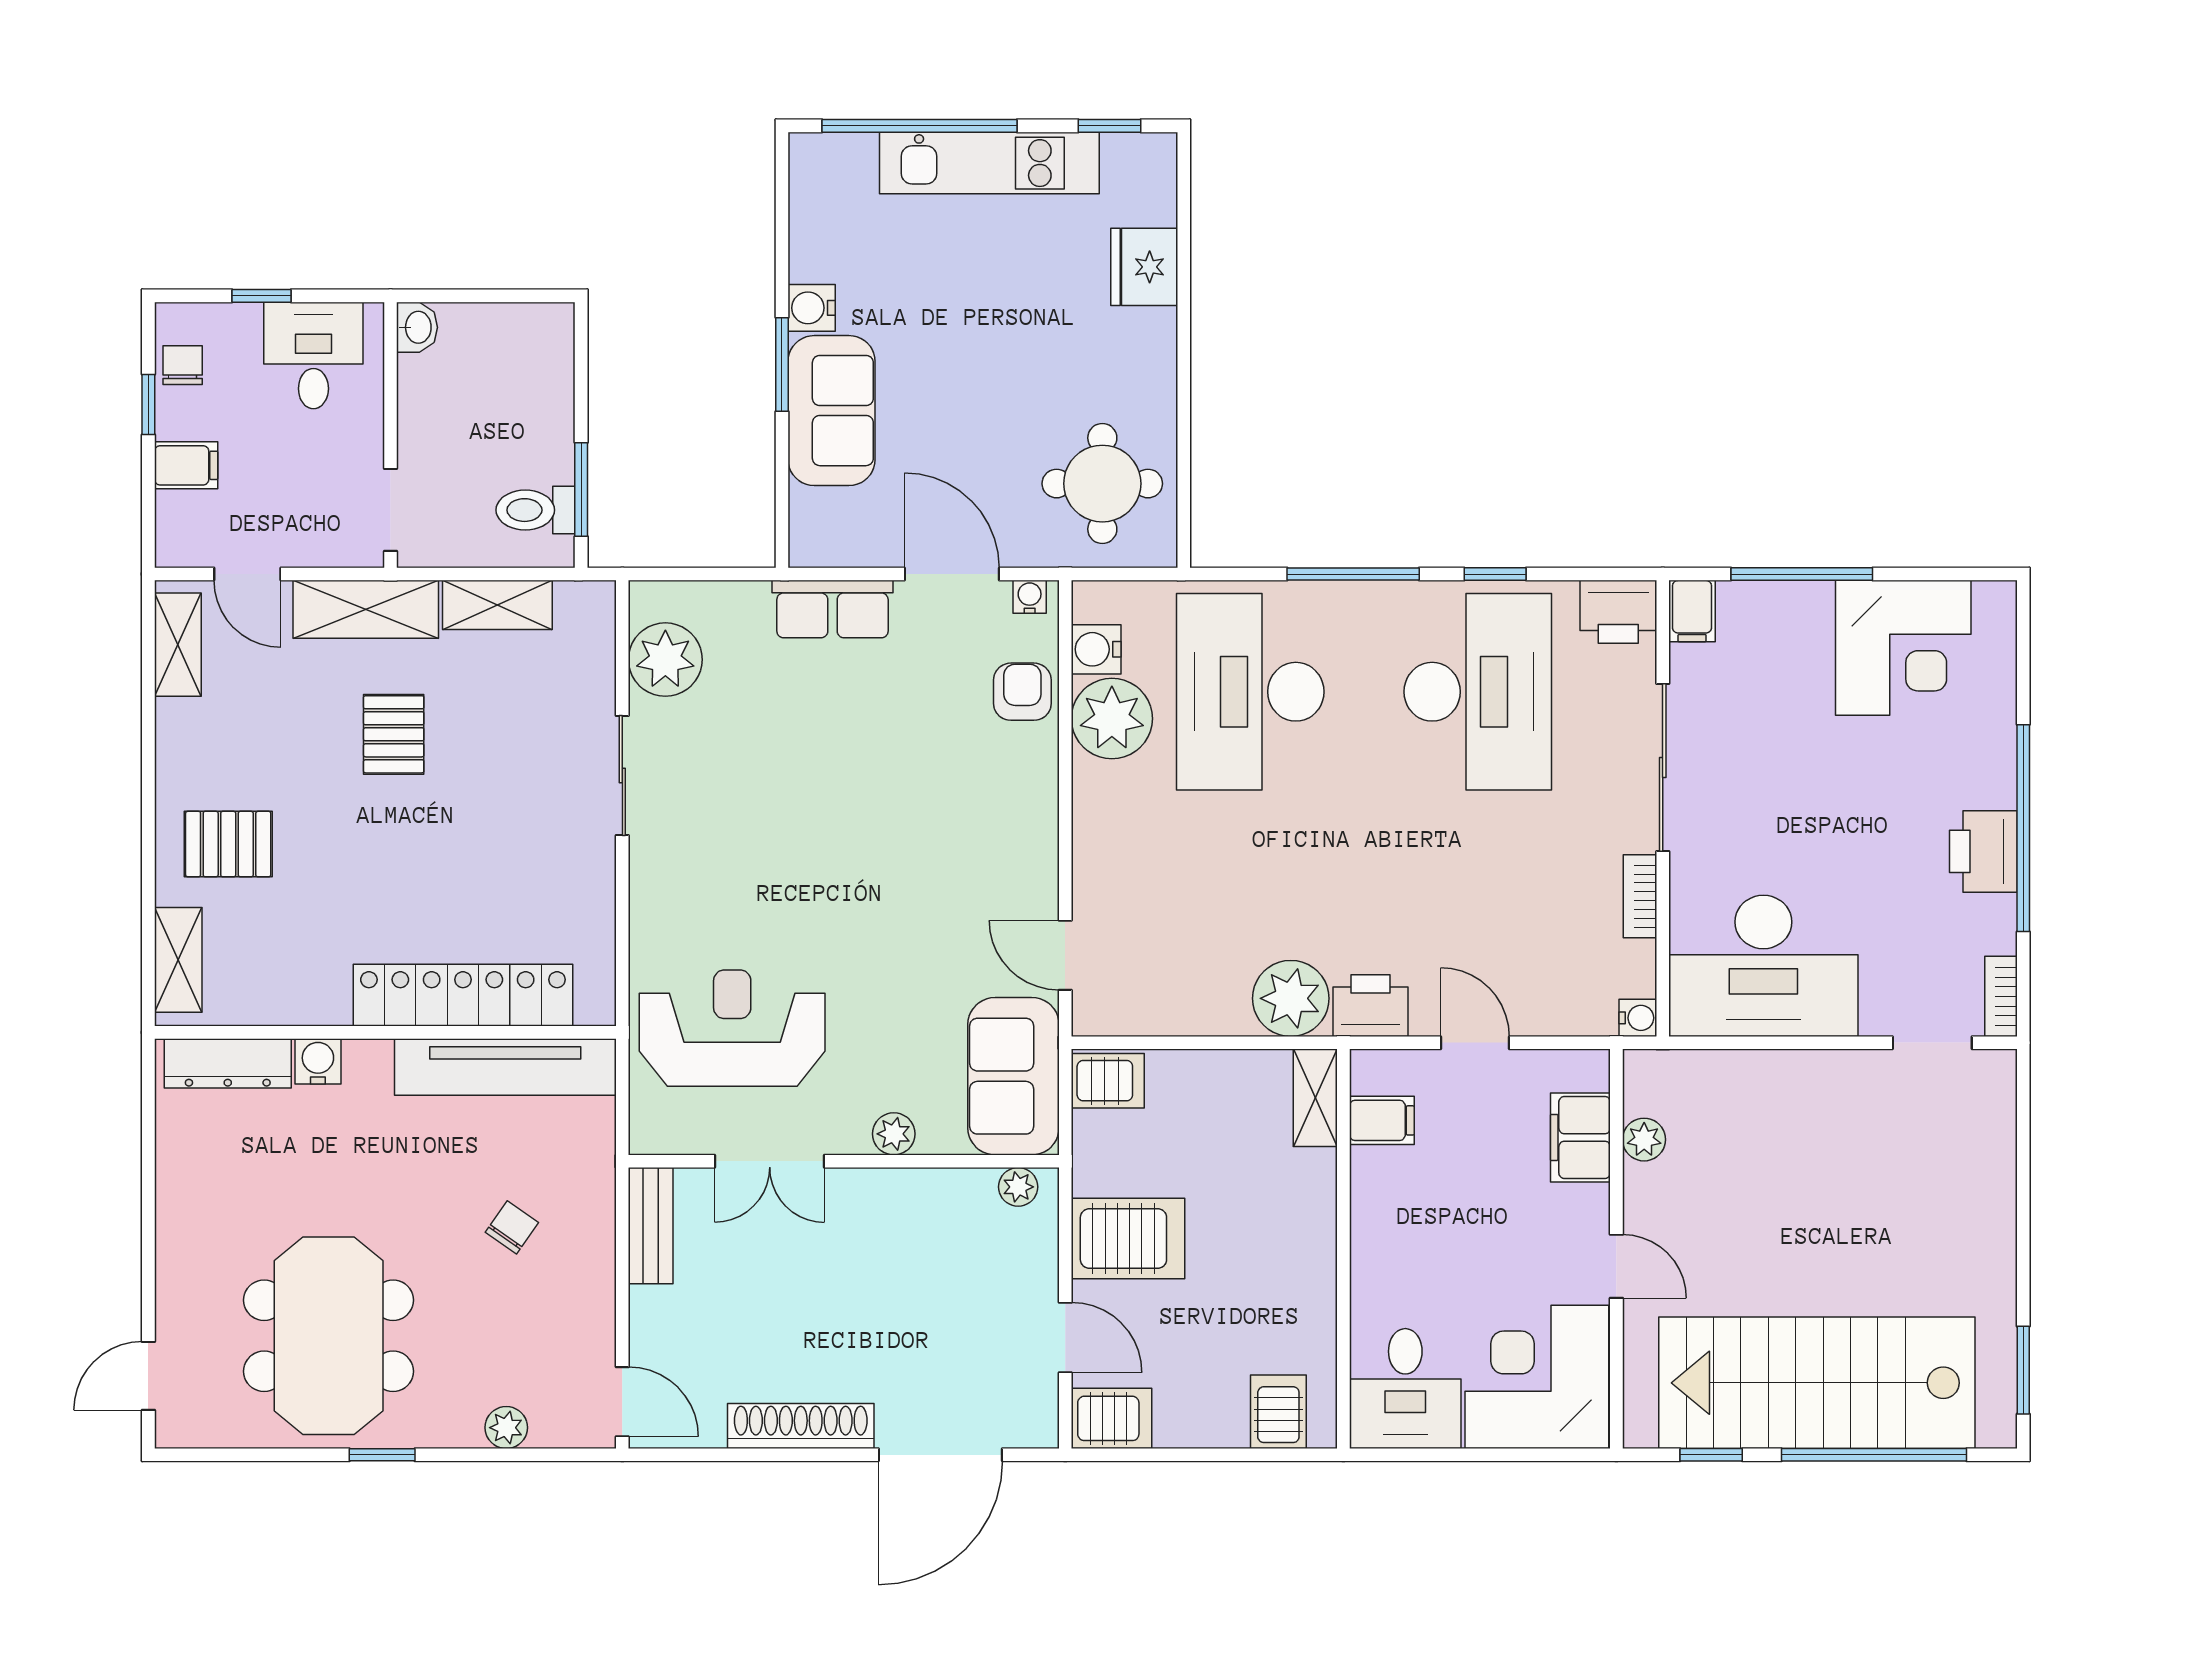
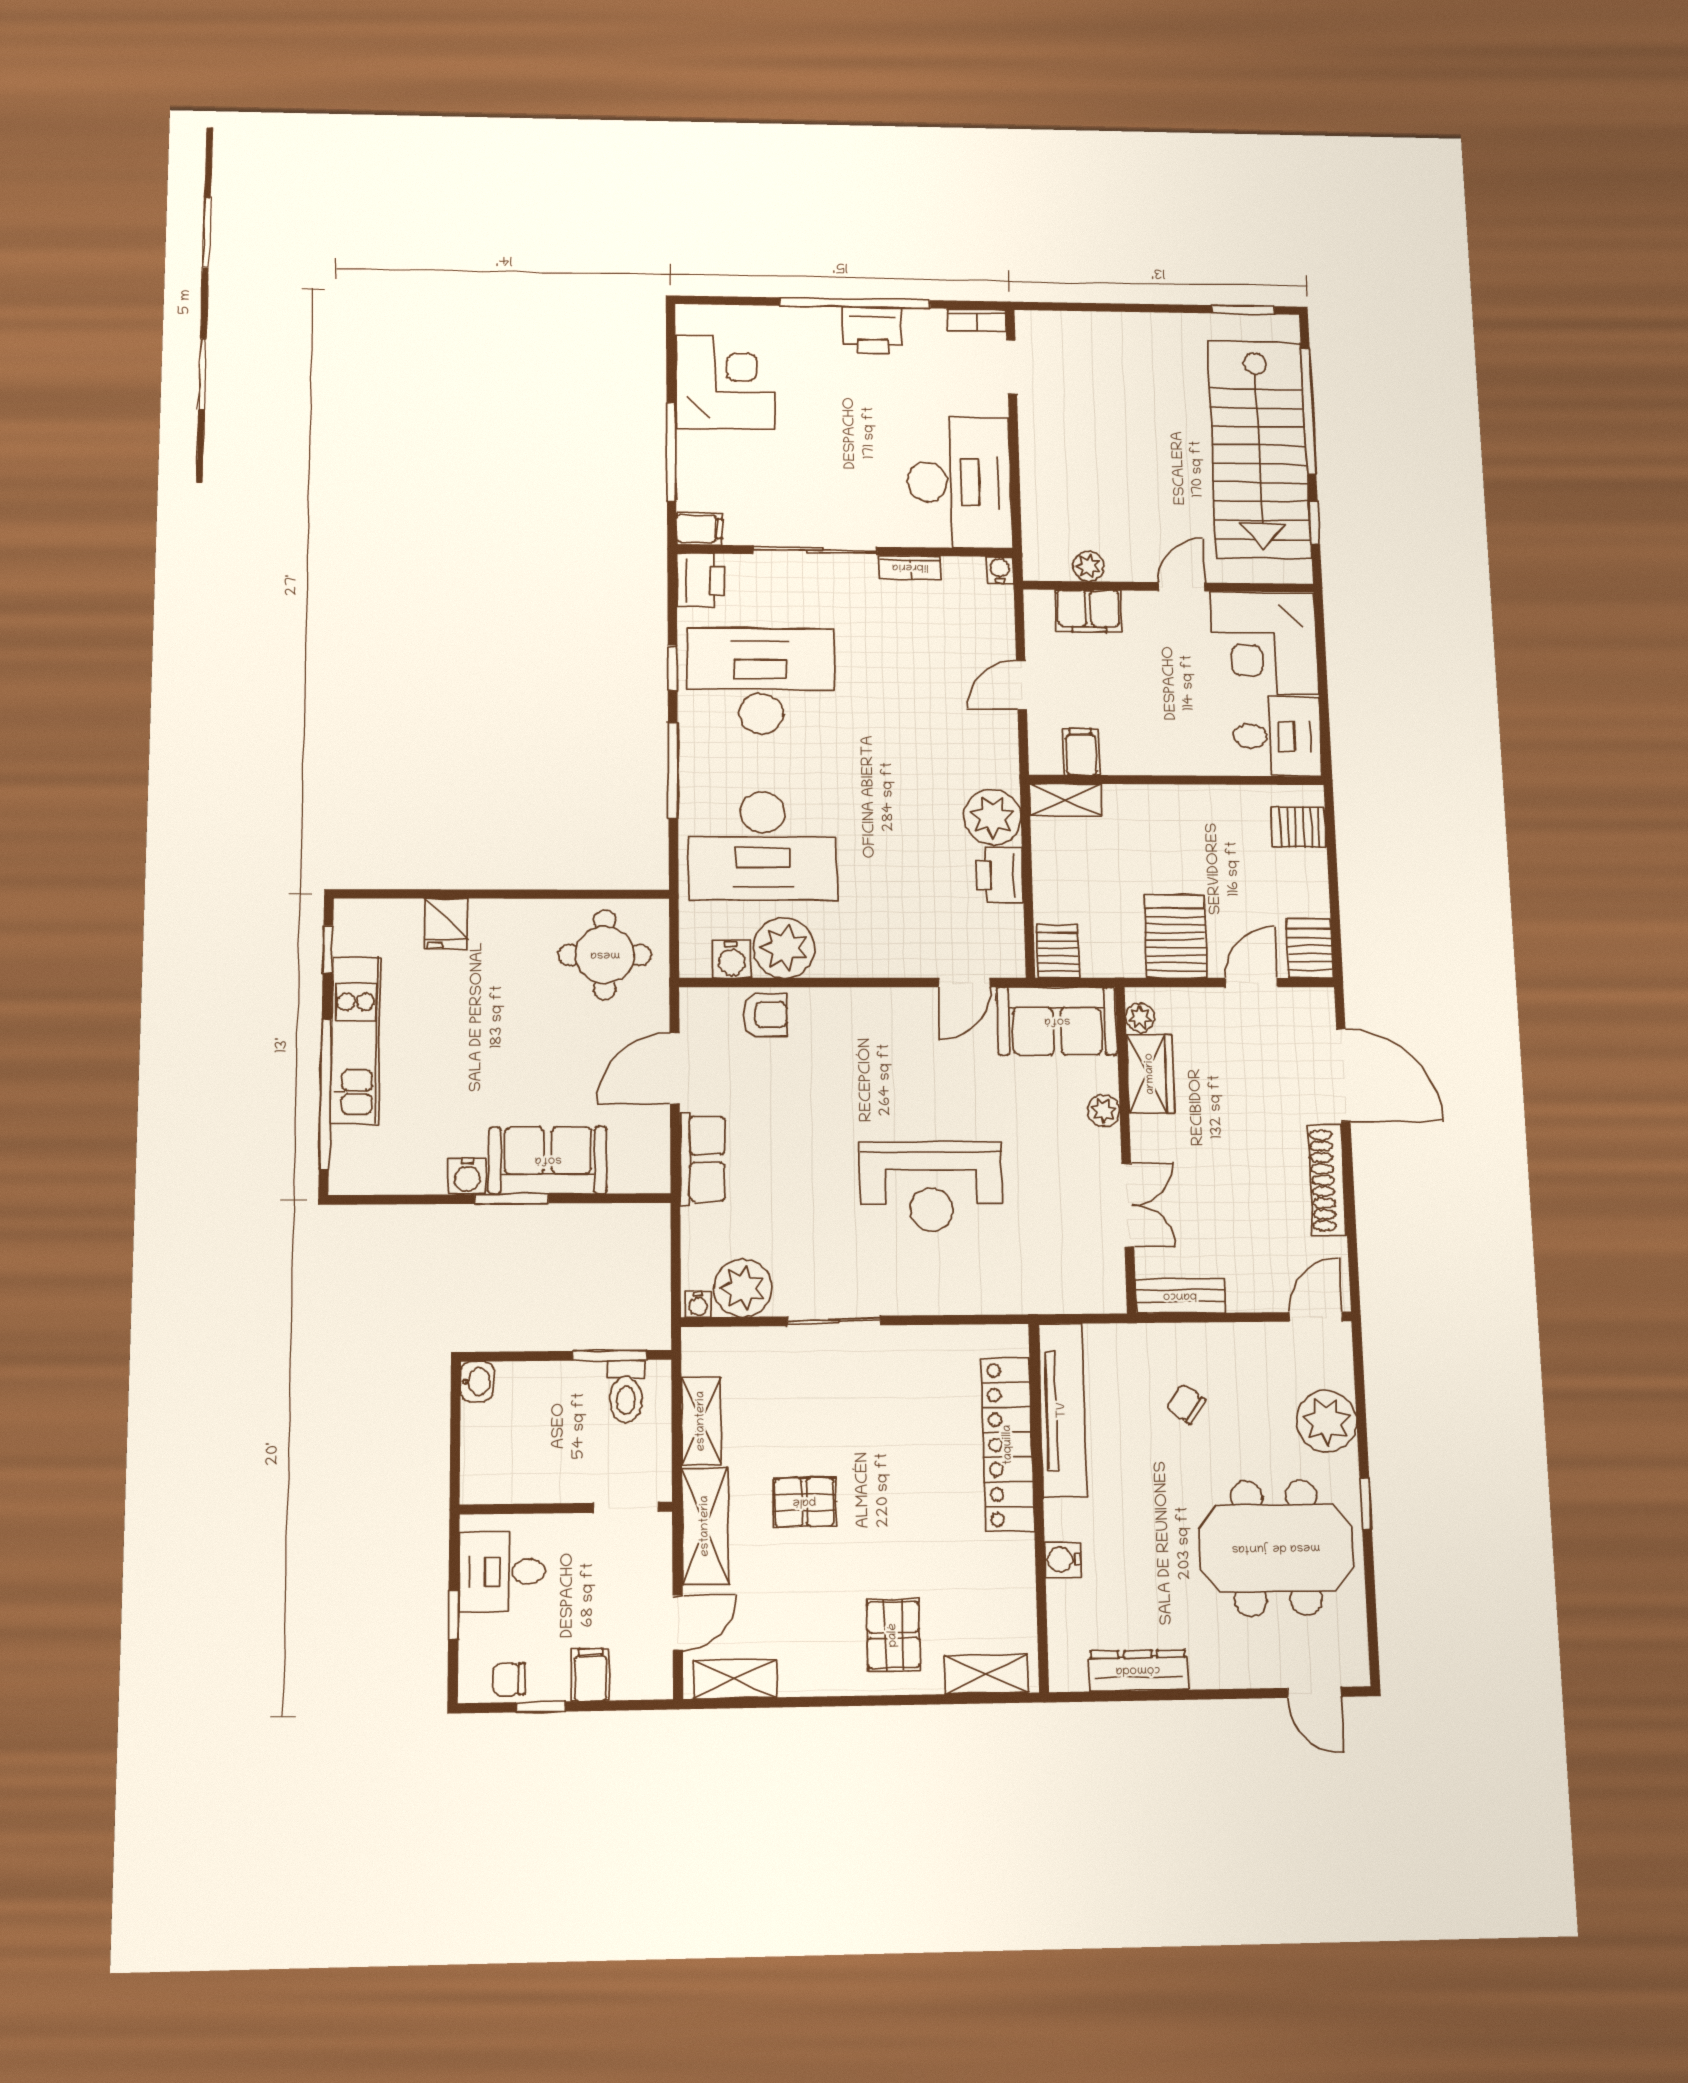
fridge: (1144, 267) -> (446, 923), width x0.72
washbasin: (417, 327) -> (477, 1382), moved, turned 90
water cooler: (1030, 597) -> (698, 1304), moved, turned -90
armchair: (1022, 692) -> (765, 1015), turned 180
printer: (1370, 1006) -> (999, 875), moved
reception desk: (732, 1028) -> (931, 1186), moved, turned -90
dresser: (228, 1063) -> (1138, 1670), moved, turned -90
wardrobe: (943, 1197) -> (1150, 1074), added
plant: (506, 1428) -> (1326, 1421), width x1.88, depth x1.88

